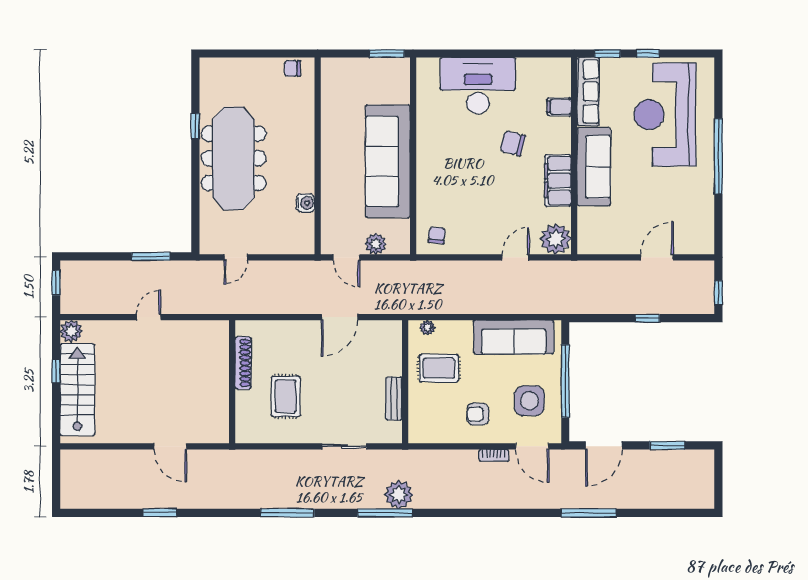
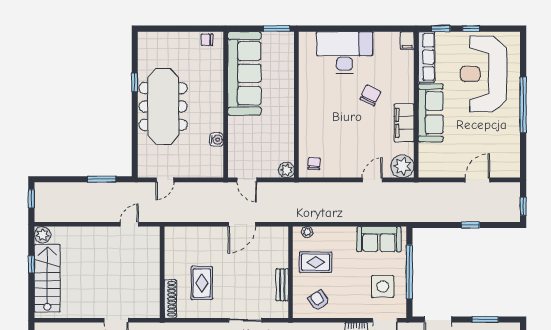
filing cabinet: (559, 107) -> (407, 40), moved, turned -90
chair: (513, 143) -> (370, 95), turned 102
sofa: (388, 161) -> (244, 73), moved, turned 180
plant: (376, 244) -> (286, 170), moved
door: (149, 317) -> (129, 224), moved
sofa: (514, 337) -> (379, 239), width x0.73
shoe rack: (243, 363) -> (170, 299), moved
armchair: (478, 414) -> (318, 300), moved, turned 56

